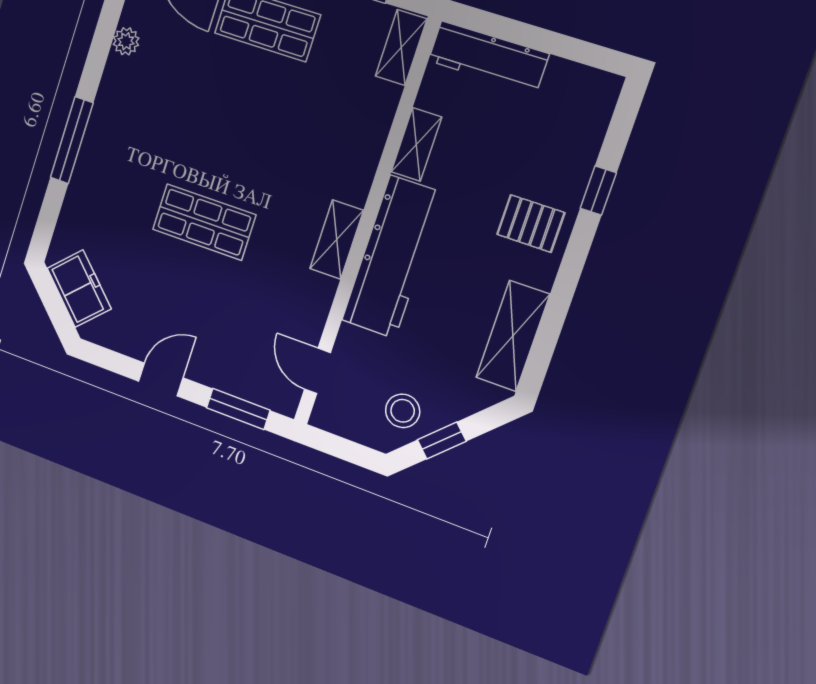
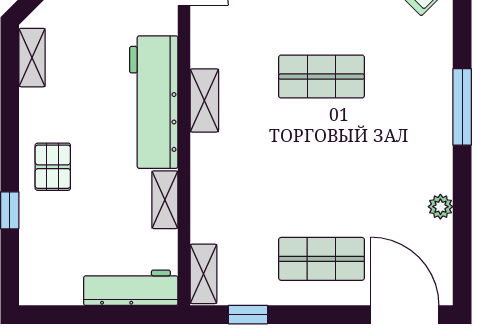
pallet: (531, 224) -> (53, 167), turned 90
shelving: (513, 336) -> (32, 58), width x0.67, depth x0.75

